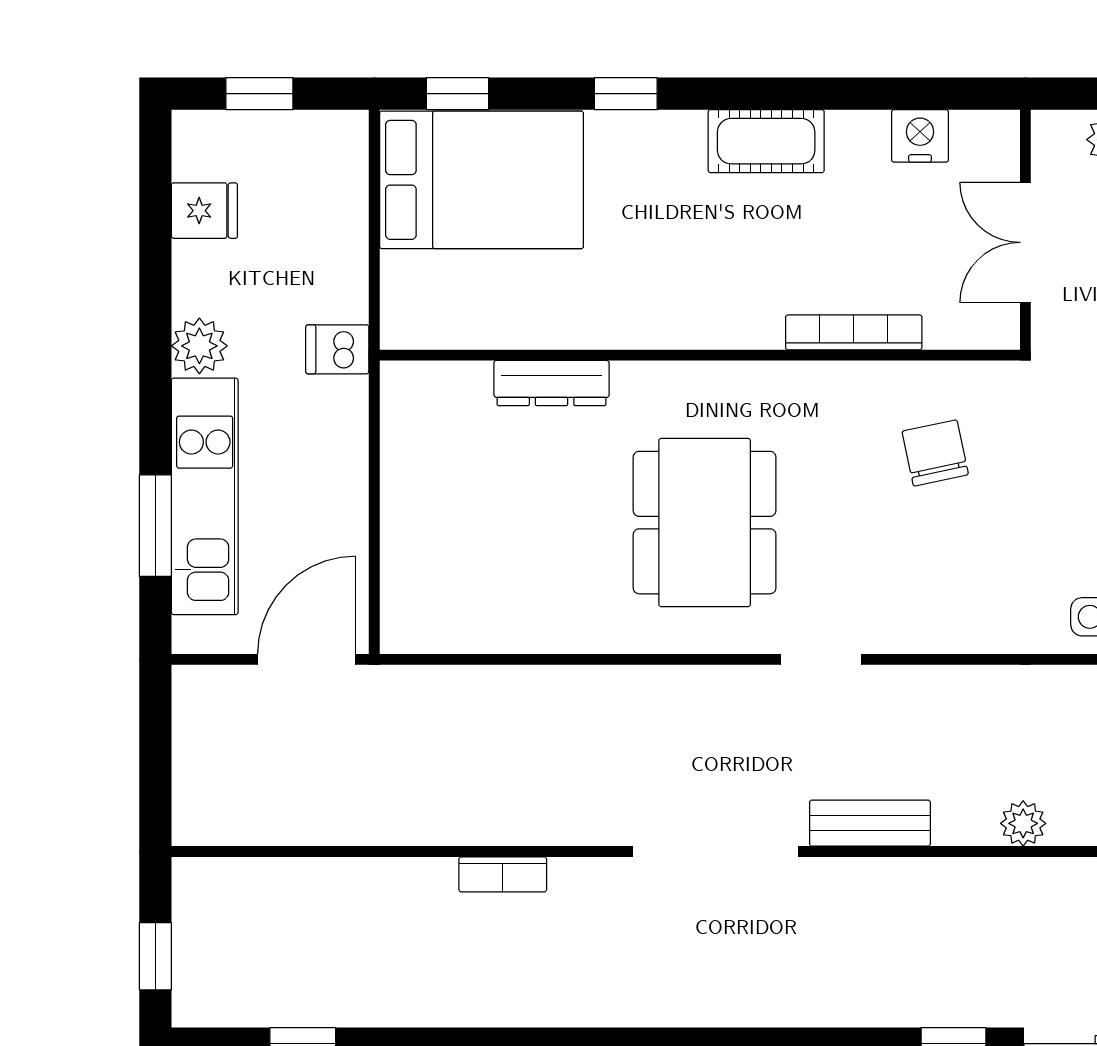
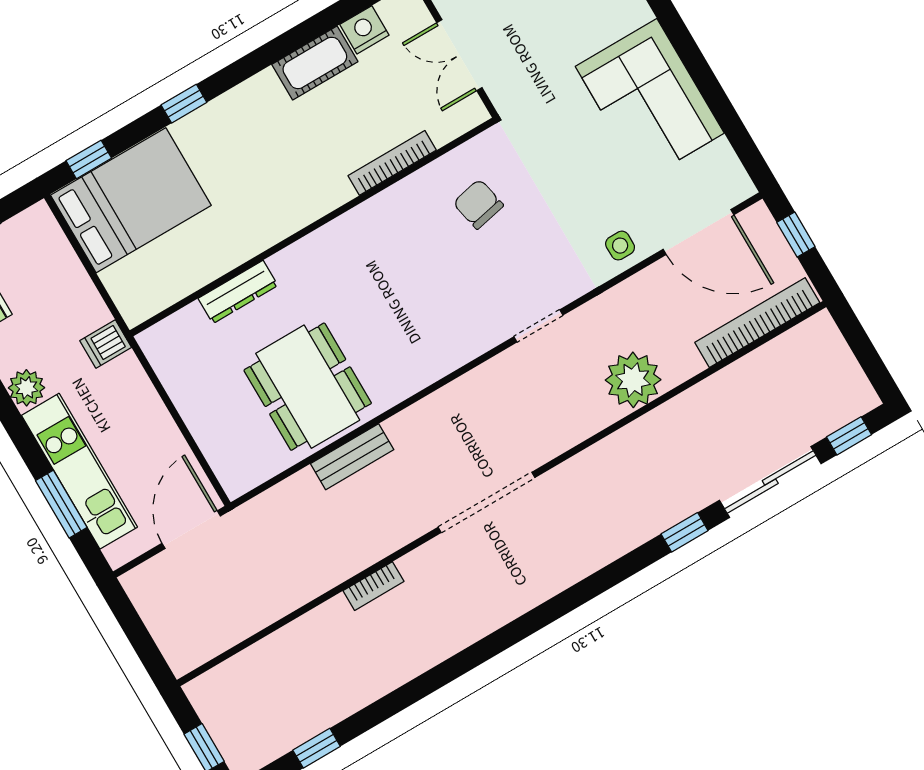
cot: (766, 141) -> (315, 63), moved
dining table: (705, 523) -> (308, 387), moved
doorway: (821, 659) -> (538, 326), moved
bench: (870, 823) -> (352, 457), moved
plant: (1023, 823) -> (633, 380), width x1.88, depth x1.88

